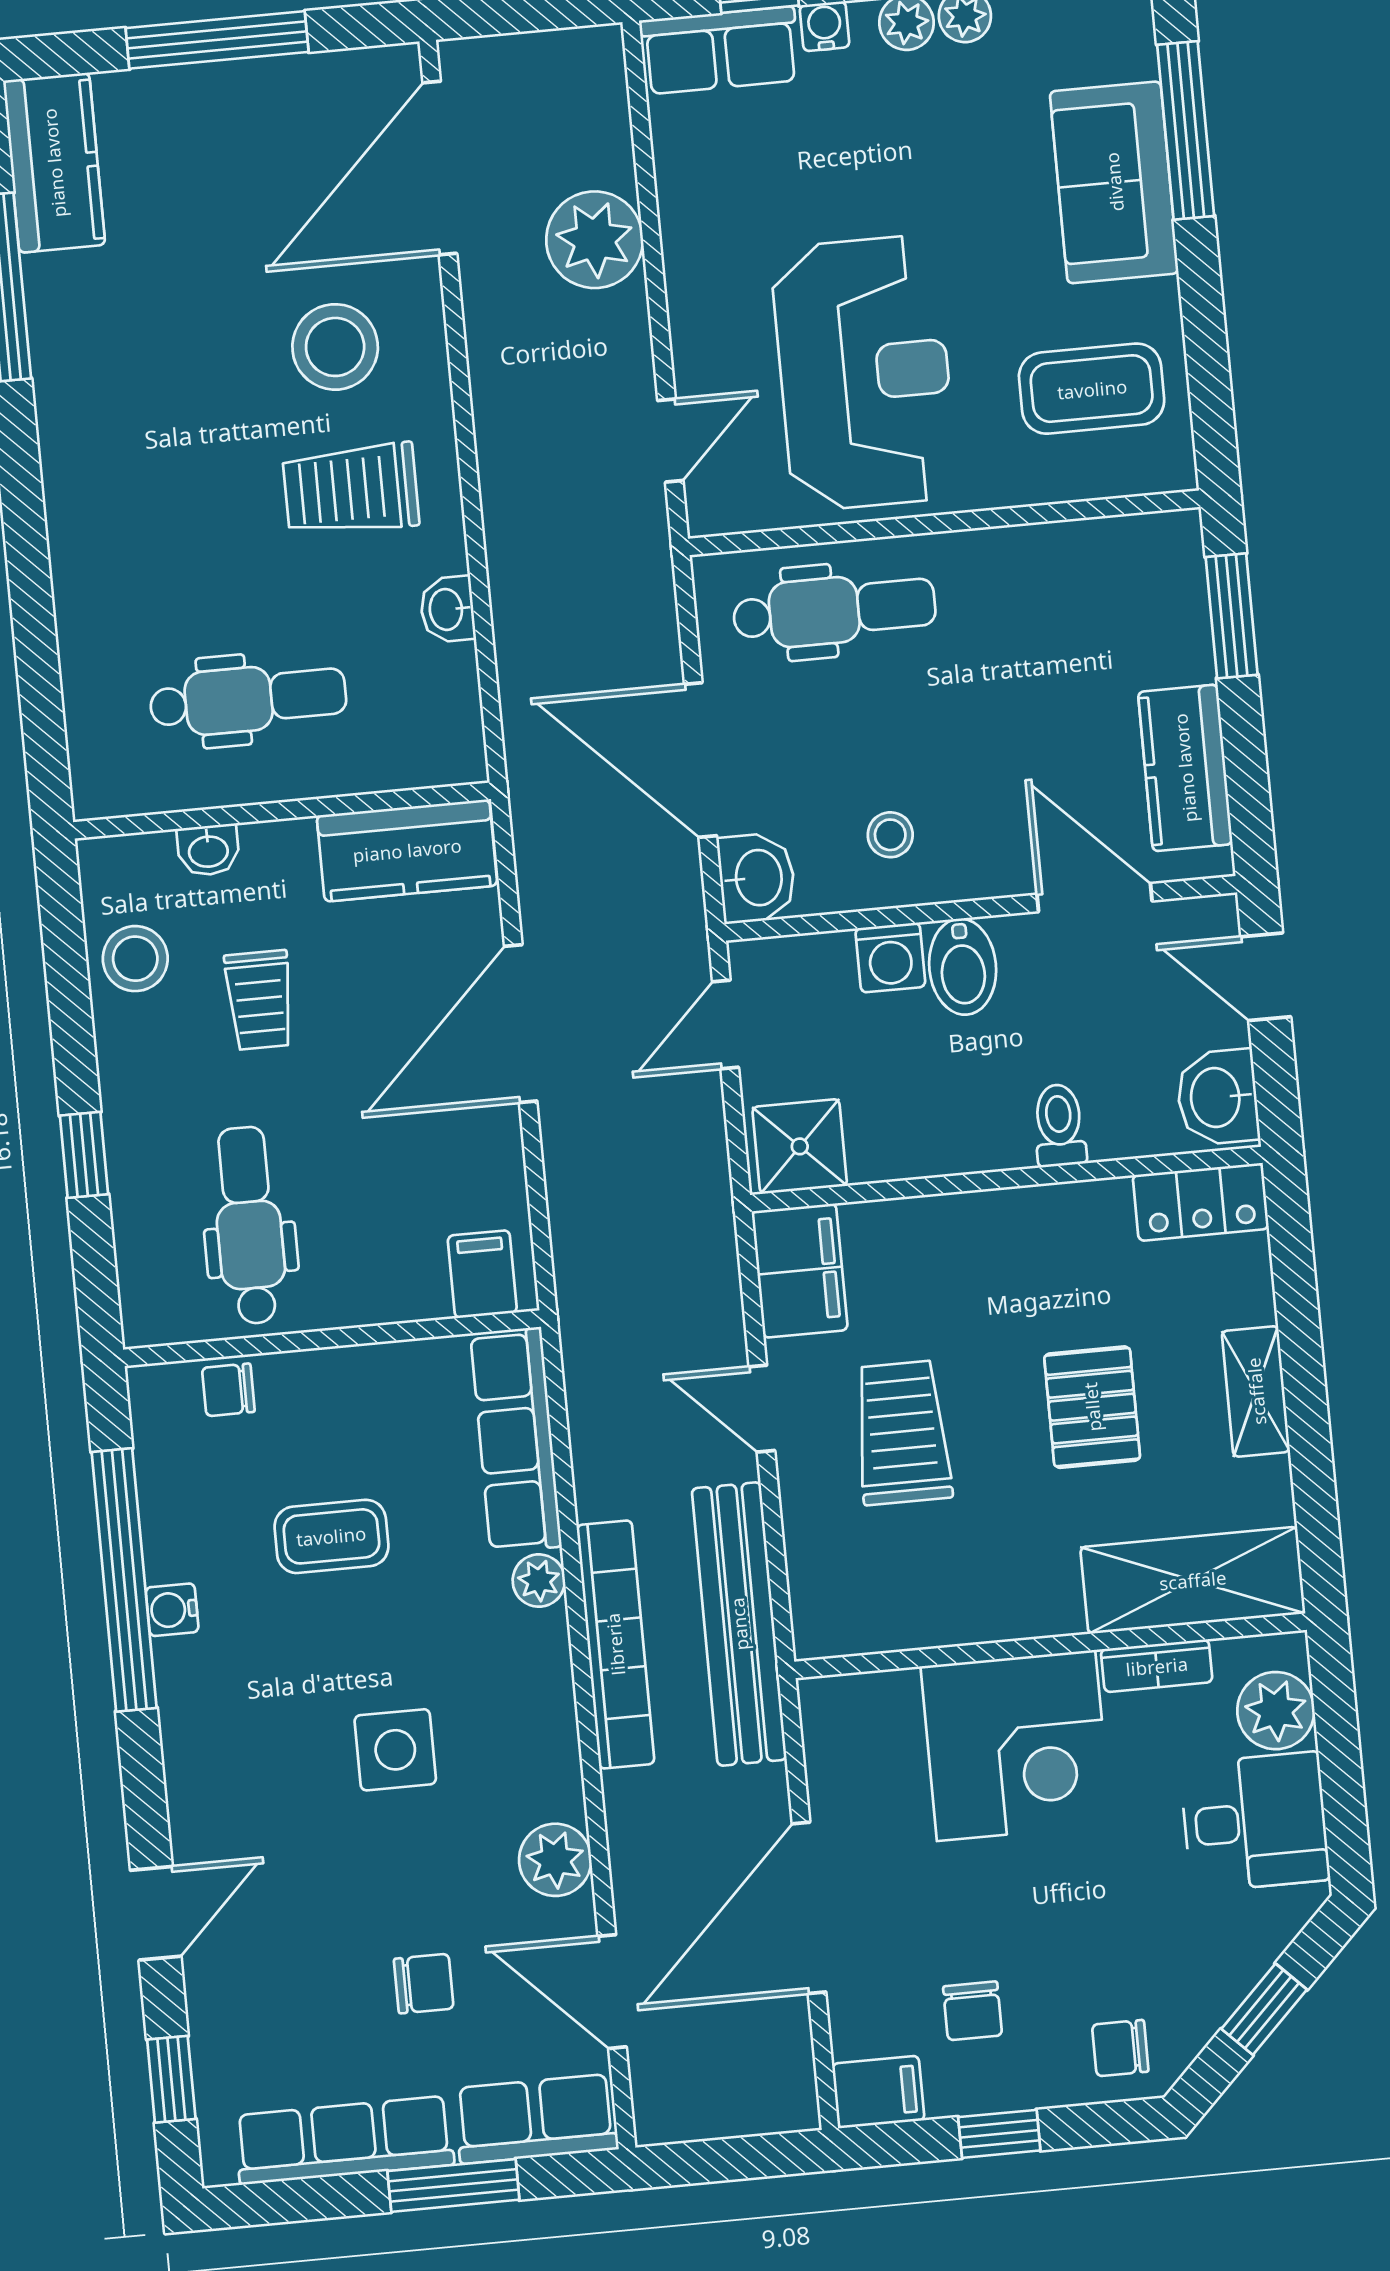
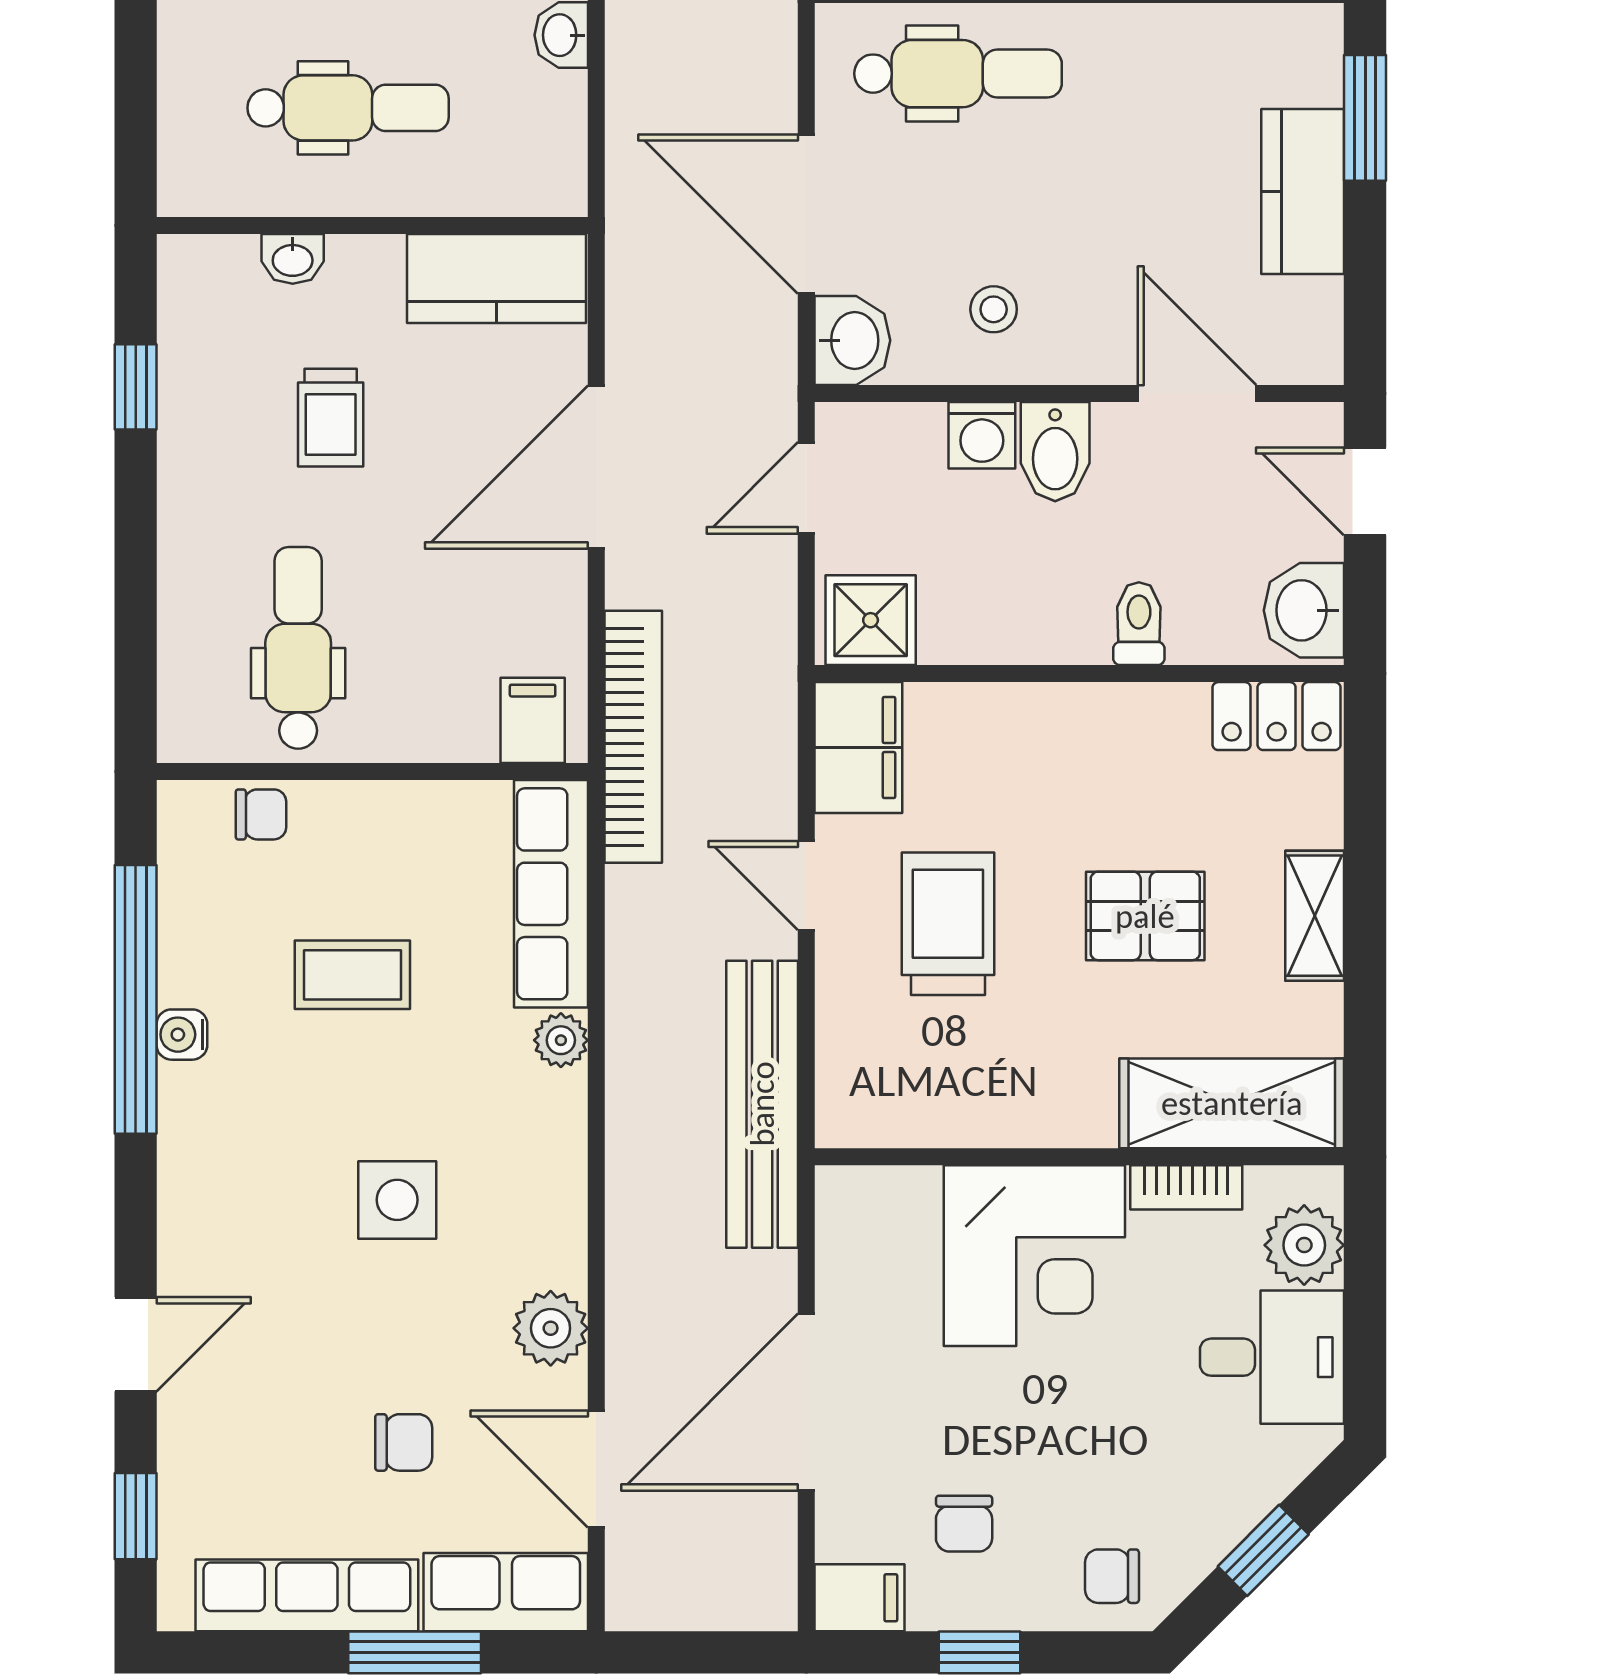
kitchen counter: (1185, 768) -> (1303, 191), moved
stool: (135, 959) -> (207, 363), removed
window: (84, 1155) -> (136, 387), moved
chair: (228, 1390) -> (261, 814), turned 180
pallet: (1092, 1407) -> (1145, 916), turned 90
bookcase: (615, 1644) -> (633, 737), moved

